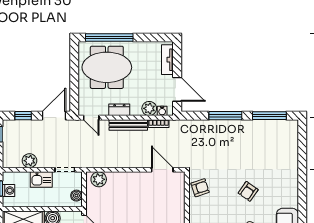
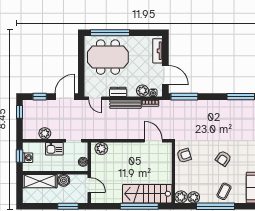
window: (225, 116) -> (184, 97), moved

